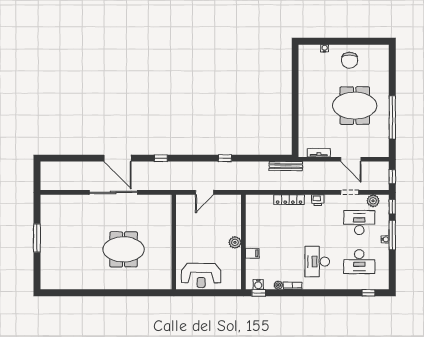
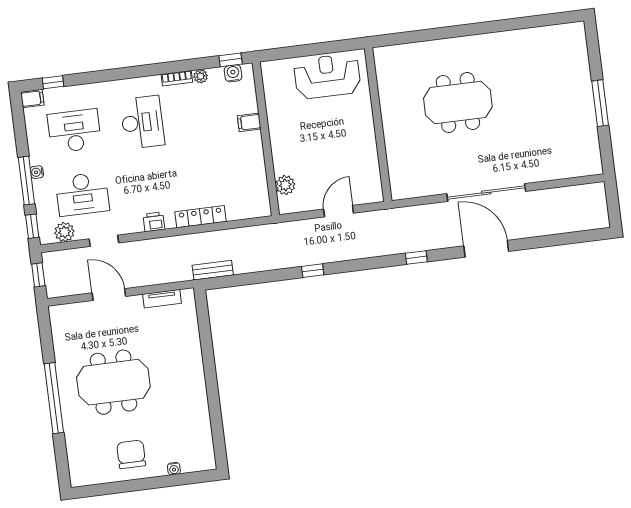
window: (392, 117) -> (54, 398), moved
bench: (286, 166) -> (213, 270), width x0.73
plant: (235, 242) -> (285, 185), moved
filing cabinet: (382, 285) -> (32, 99), added

